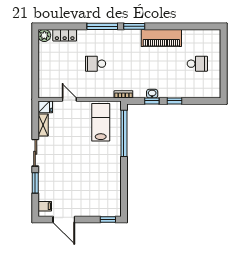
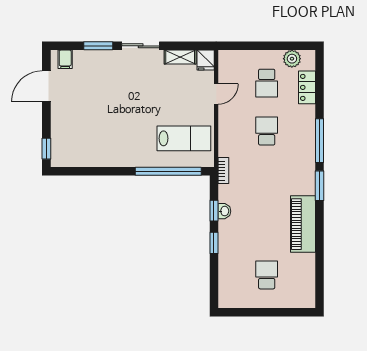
plant: (44, 35) -> (292, 59), moved
school desk: (62, 64) -> (267, 83), added
school desk: (197, 64) -> (267, 275), turned 180

